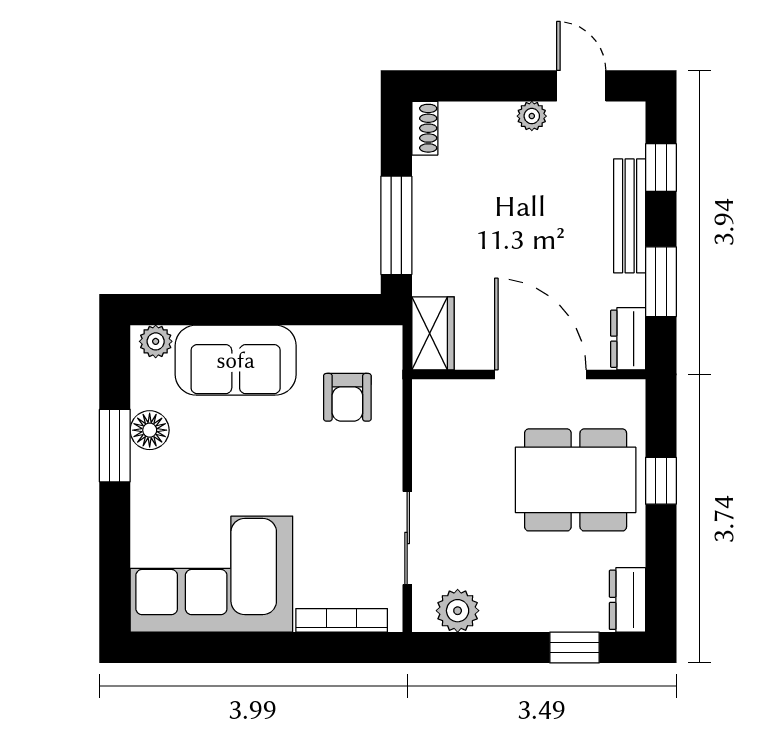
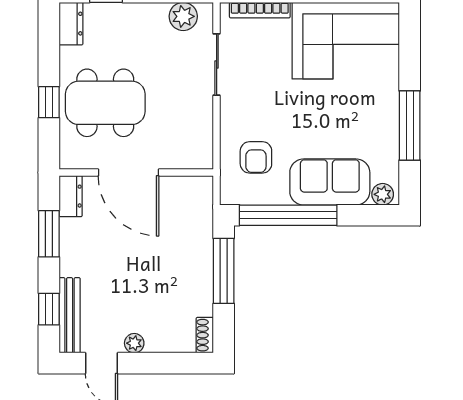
bench: (630, 216) -> (70, 315), moved
window: (299, 310) -> (288, 215), added
wardrobe: (433, 333) -> (199, 200), removed
armchair: (347, 397) -> (256, 157), turned 180
floor lamp: (150, 430) -> (387, 136), removed
window: (115, 446) -> (410, 125), width x1.44

